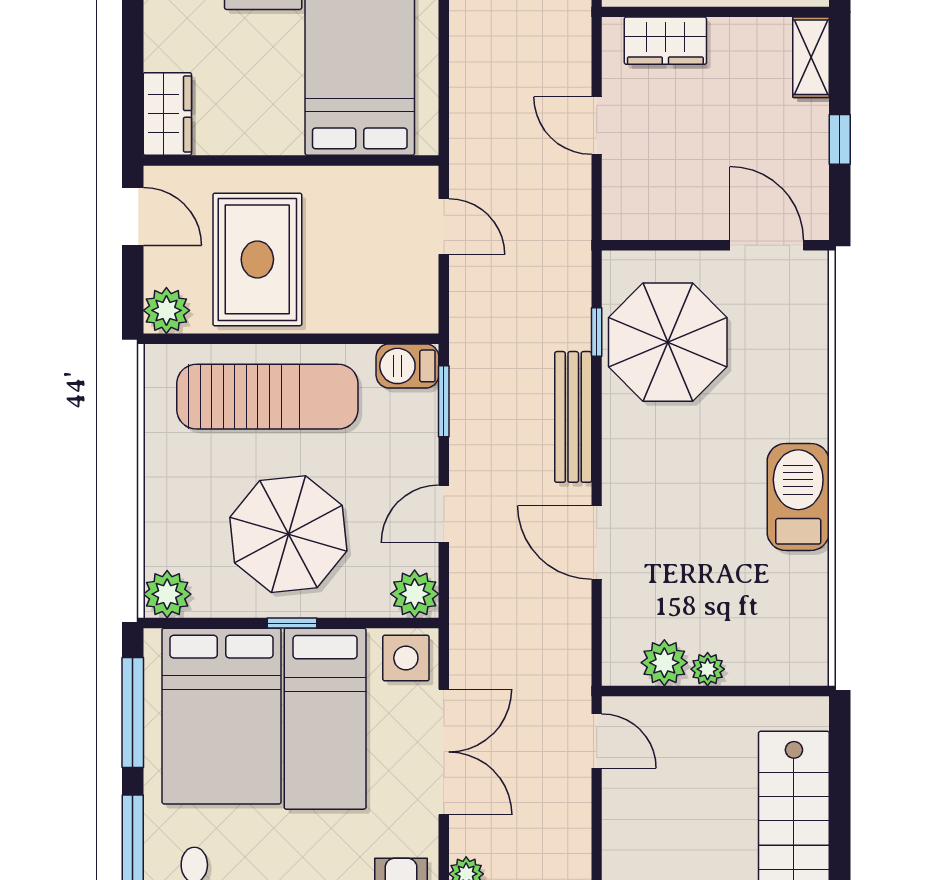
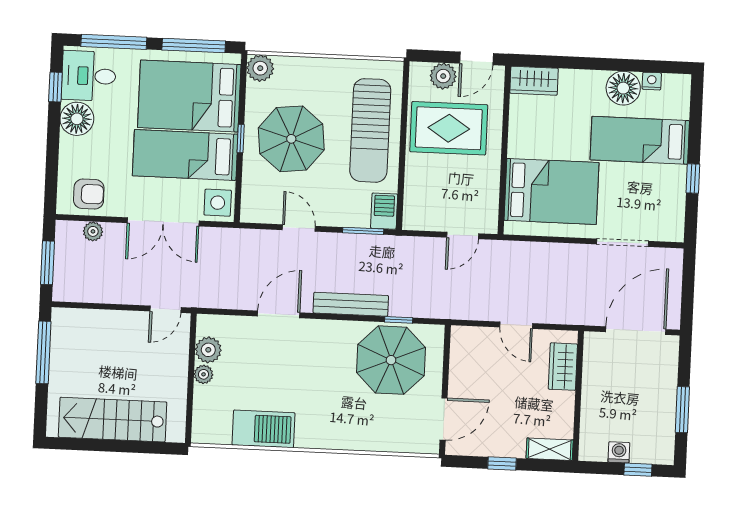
door: (597, 126) -> (516, 325), swing flipped
plant: (166, 310) -> (443, 76), moved
barbecue: (798, 497) -> (263, 429), moved
plant: (415, 594) -> (254, 209), removed

